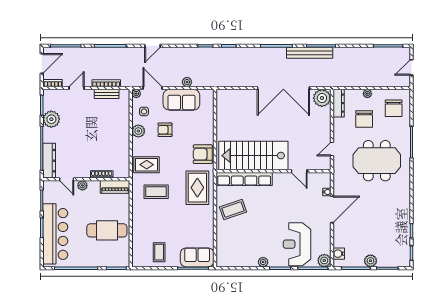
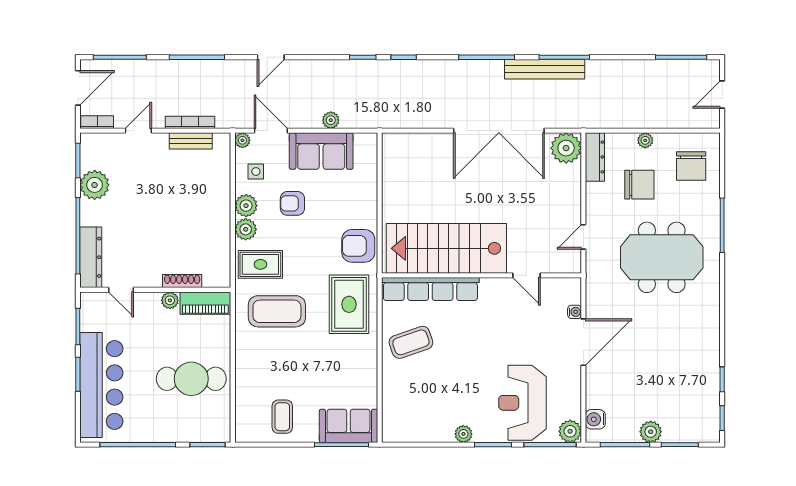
chair: (364, 119) -> (639, 185), turned -90
plant: (138, 145) -> (246, 229), added
plant: (82, 185) -> (170, 300), moved
coffee table: (156, 192) -> (277, 311), width x1.36, depth x1.32

